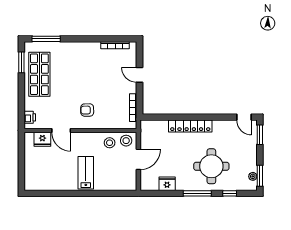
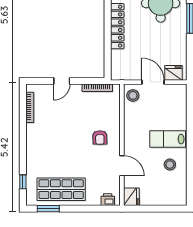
window: (46, 39) -> (23, 182), width x0.46
door: (61, 130) -> (122, 166), hinge flipped
fridge: (42, 139) -> (131, 197), moved
stool: (110, 143) -> (170, 165), moved
fridge: (167, 184) -> (173, 73), moved, turned 90

